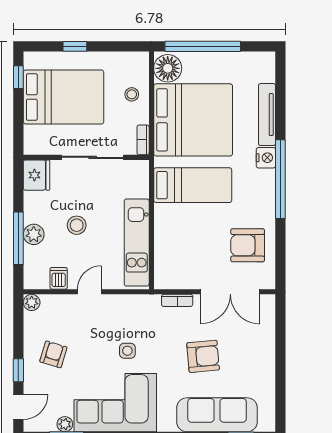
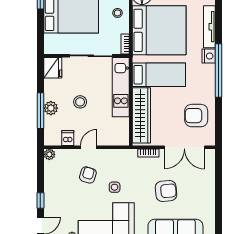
kitchen unit: (137, 242) -> (121, 87), moved
wardrobe: (167, 245) -> (141, 115), added
armchair: (53, 354) -> (88, 175), moved

